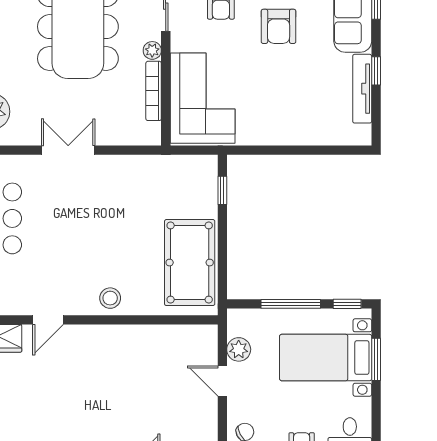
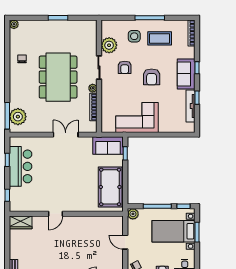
corner sofa: (203, 98) -> (137, 117), moved, turned -90
double door: (68, 150) -> (66, 135), moved
sofa: (185, 174) -> (108, 146), added
stool: (110, 298) -> (73, 204), removed
door: (48, 320) -> (56, 214), moved
plant: (239, 349) -> (133, 214), moved

